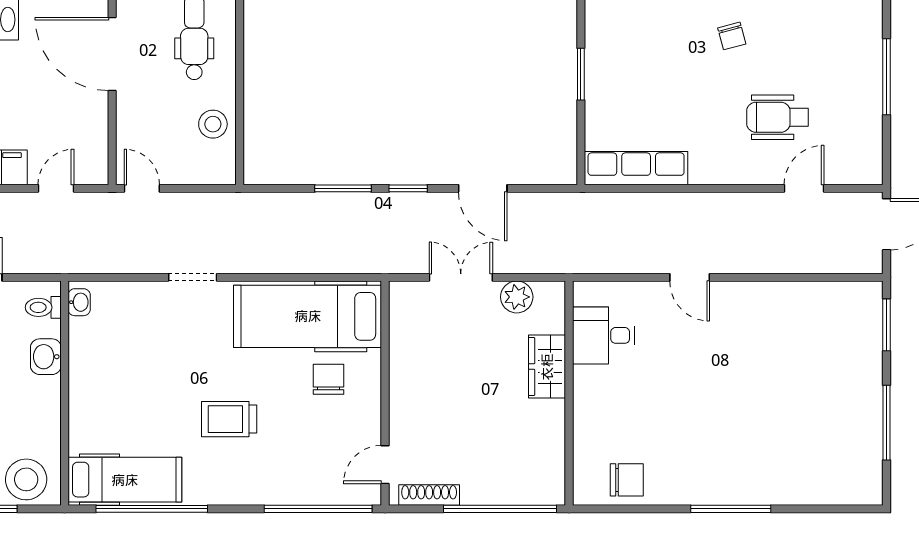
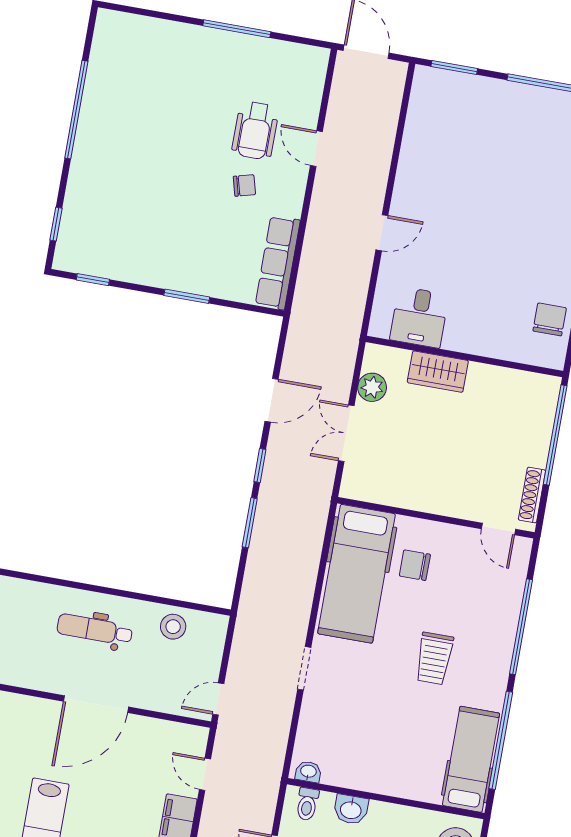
chair: (732, 36) -> (244, 185), moved
door: (804, 188) -> (316, 149), moved
window: (318, 509) -> (521, 627), moved

